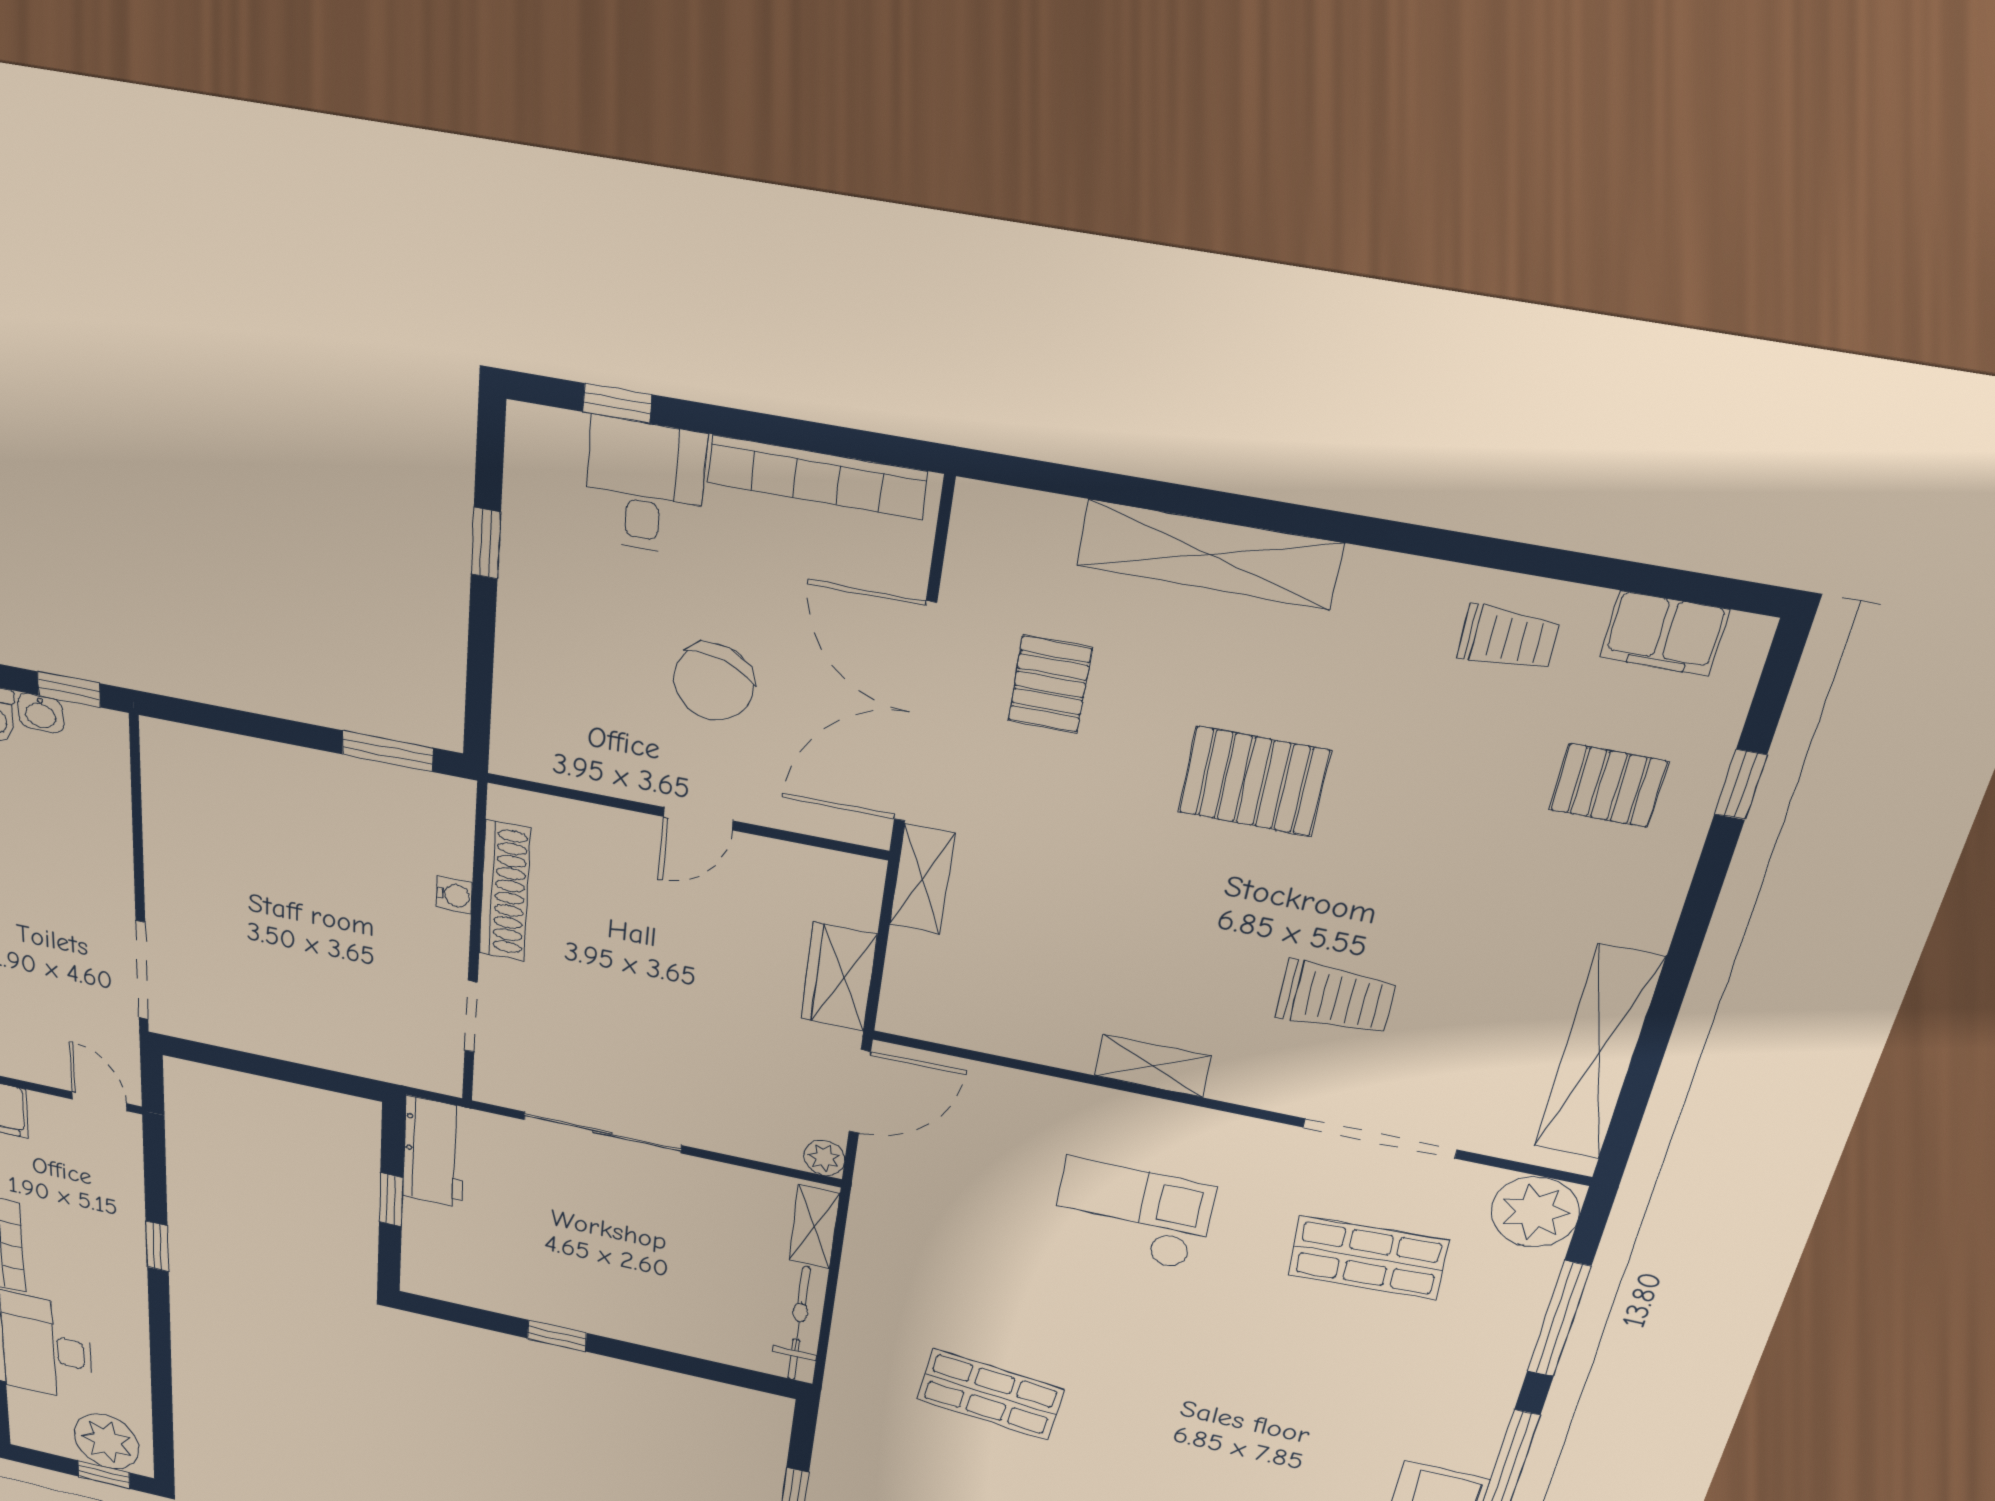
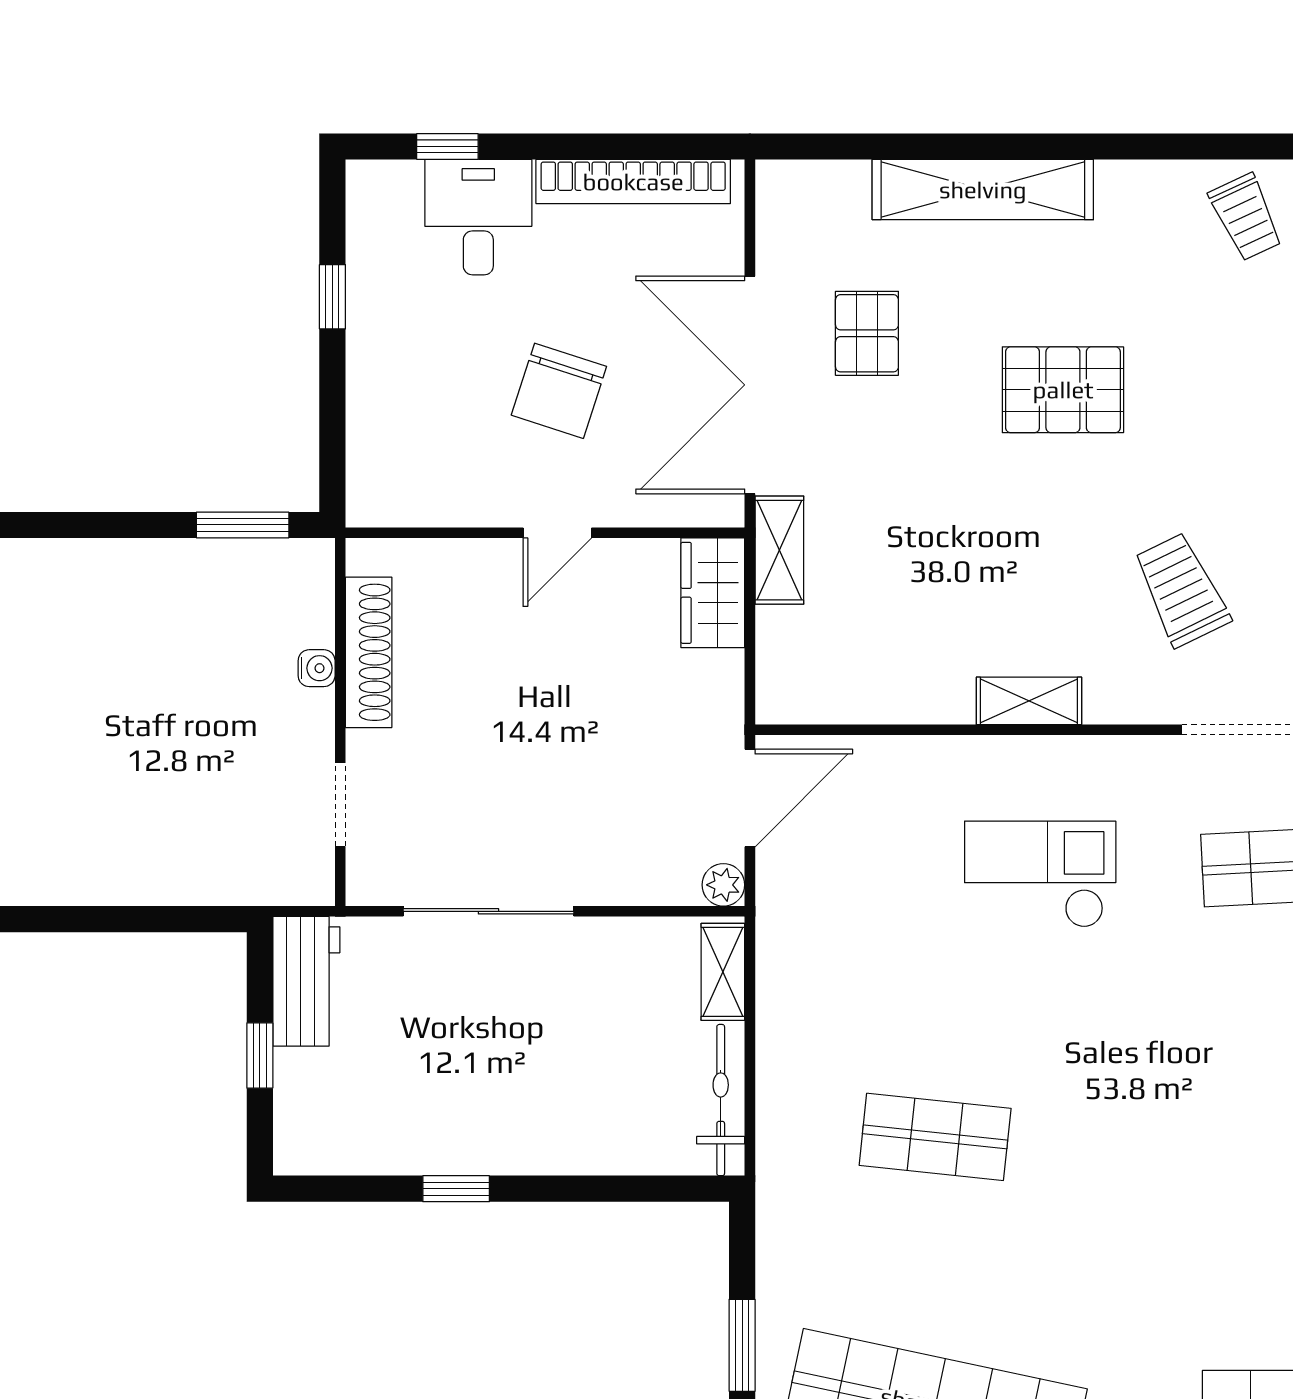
trolley: (1508, 638) -> (1246, 217), turned 65
wardrobe: (839, 977) -> (713, 593), moved
trolley: (1336, 998) -> (1181, 590), turned -116

